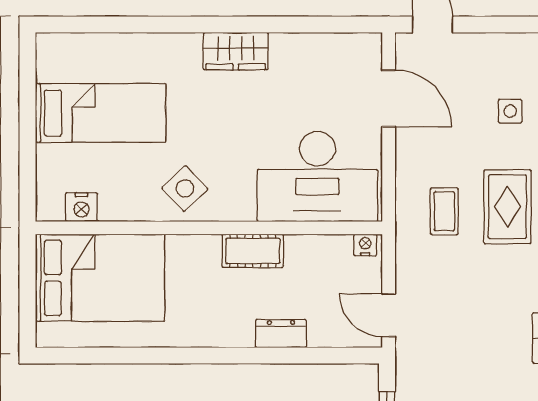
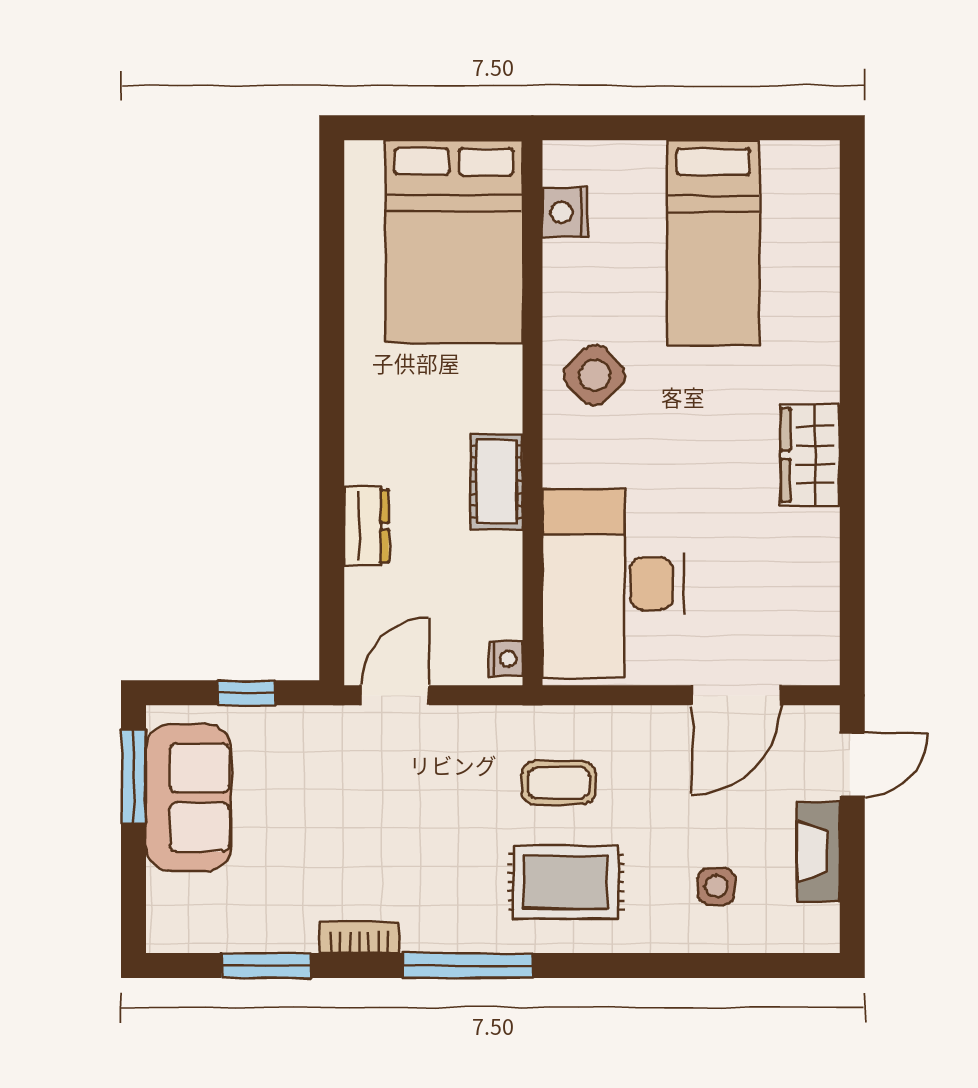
fireplace: (488, 46) -> (818, 852), added

